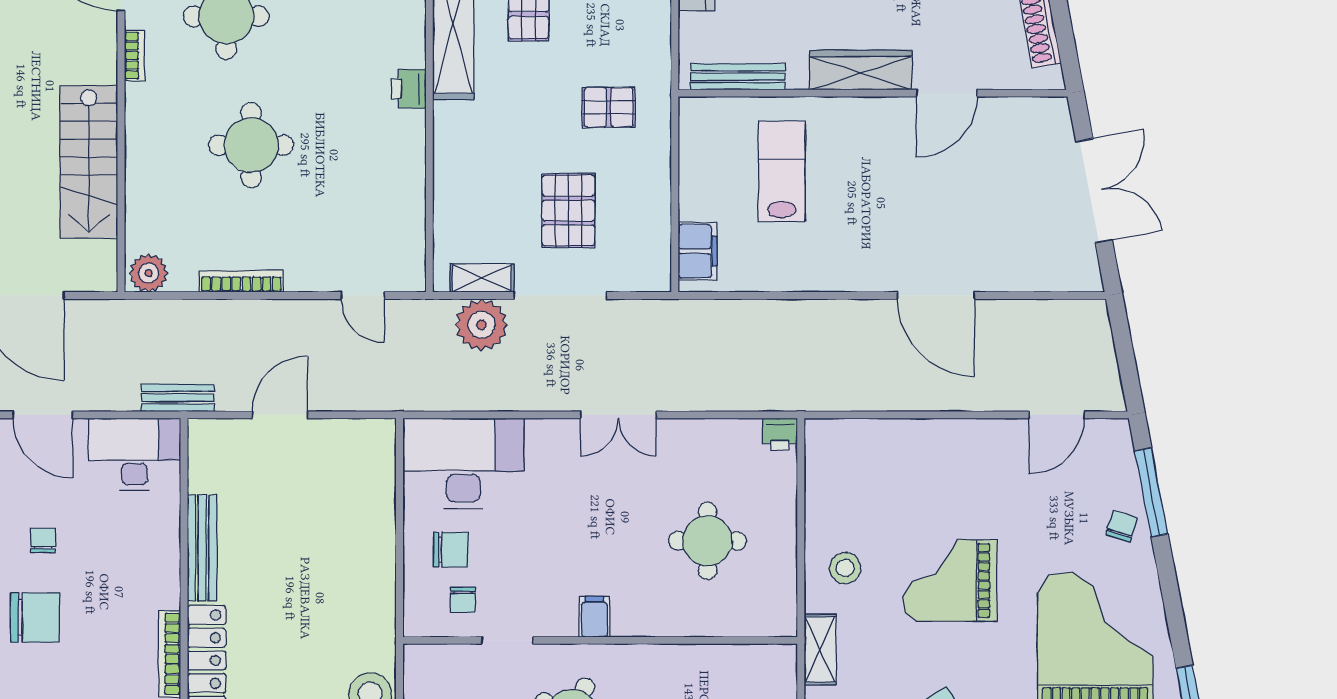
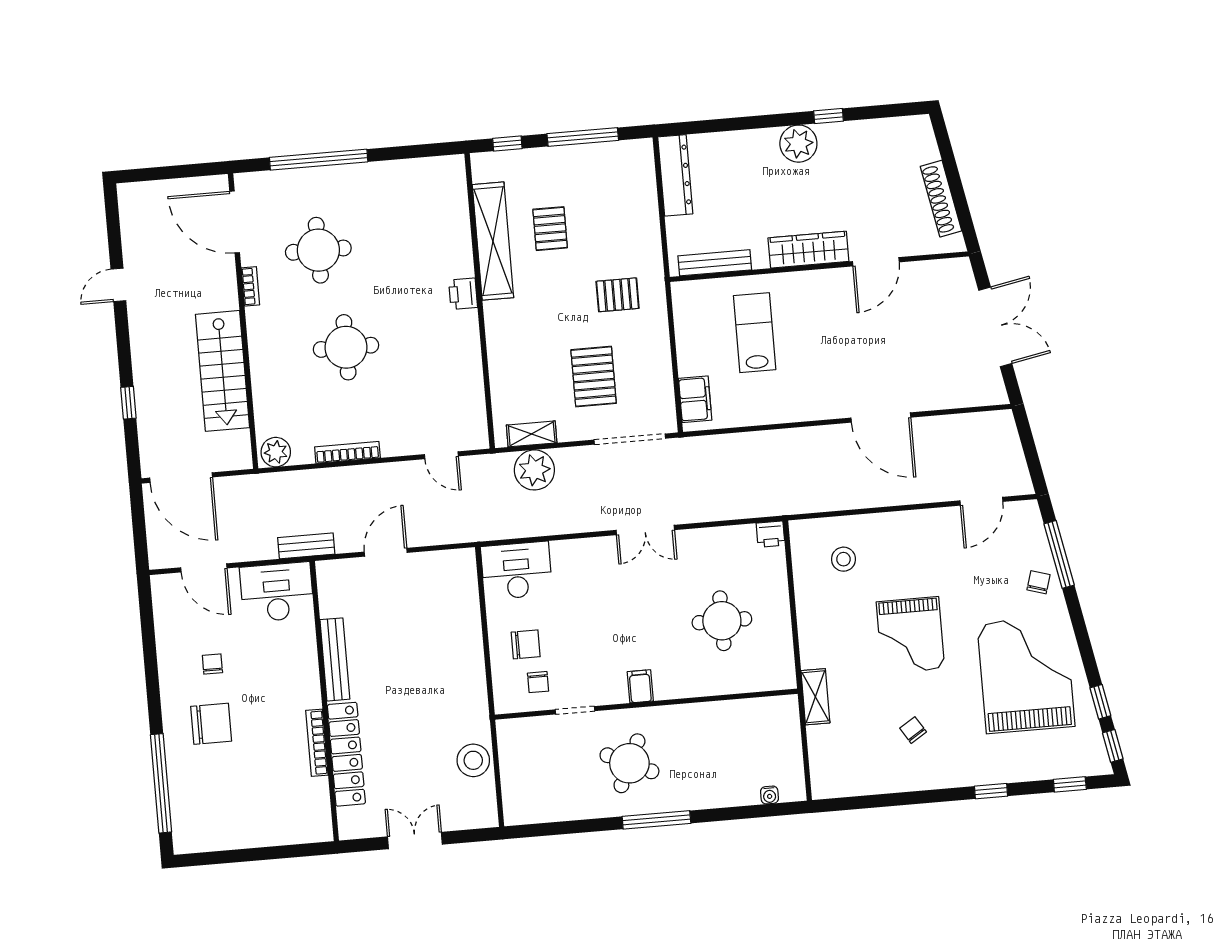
doorway: (560, 295) -> (630, 439), moved
desk: (463, 464) -> (517, 571), width x0.73, depth x0.77
stool: (845, 568) -> (844, 559), moved
grand piano: (950, 580) -> (910, 635), turned -90

